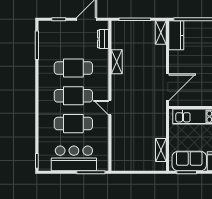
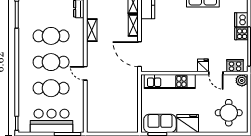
door: (168, 87) -> (140, 54), swing flipped
shelving: (161, 150) -> (133, 25), moved

